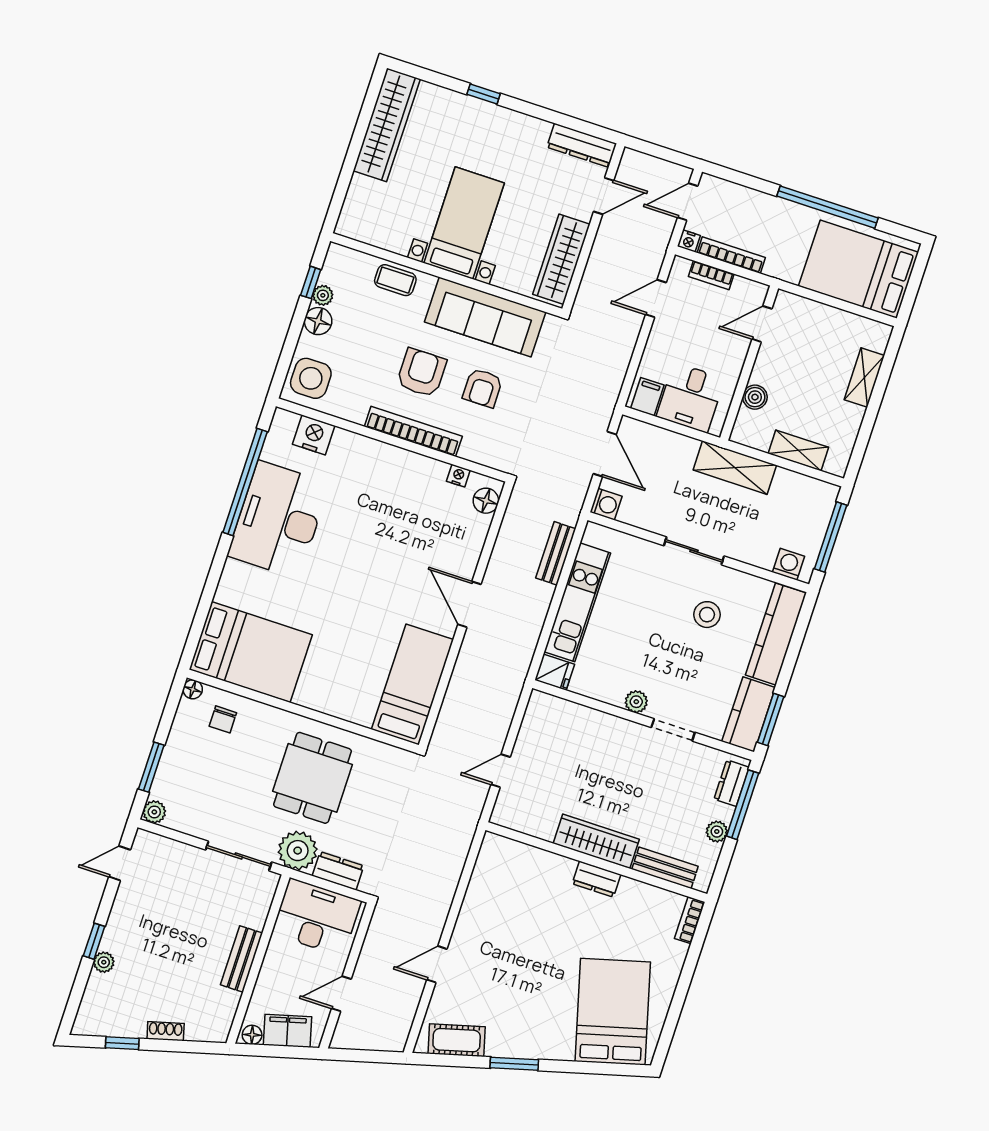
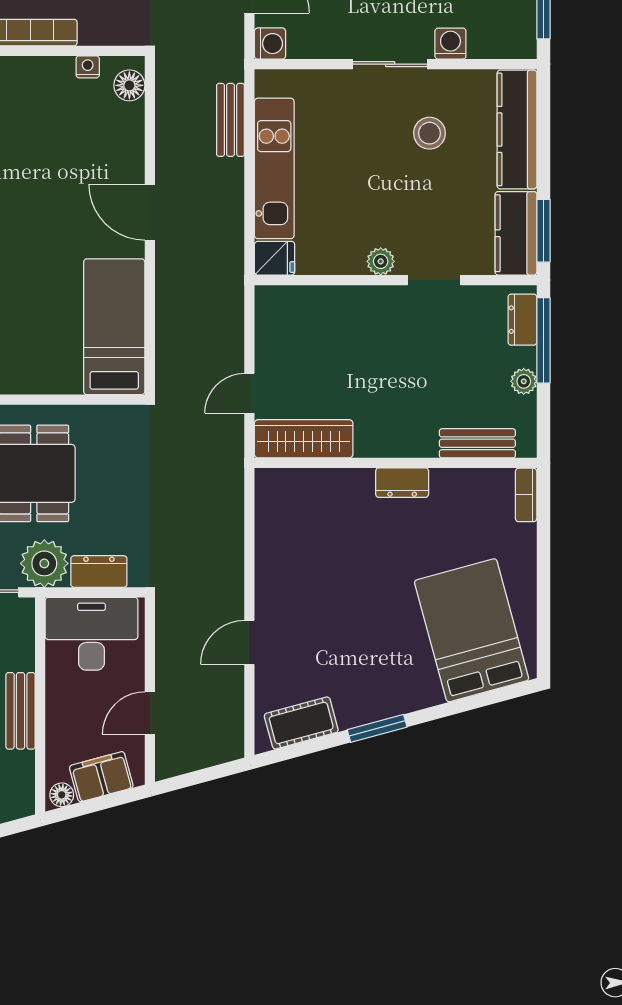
washing machine: (789, 564) -> (450, 44), moved
wardrobe: (596, 841) -> (304, 439), moved

